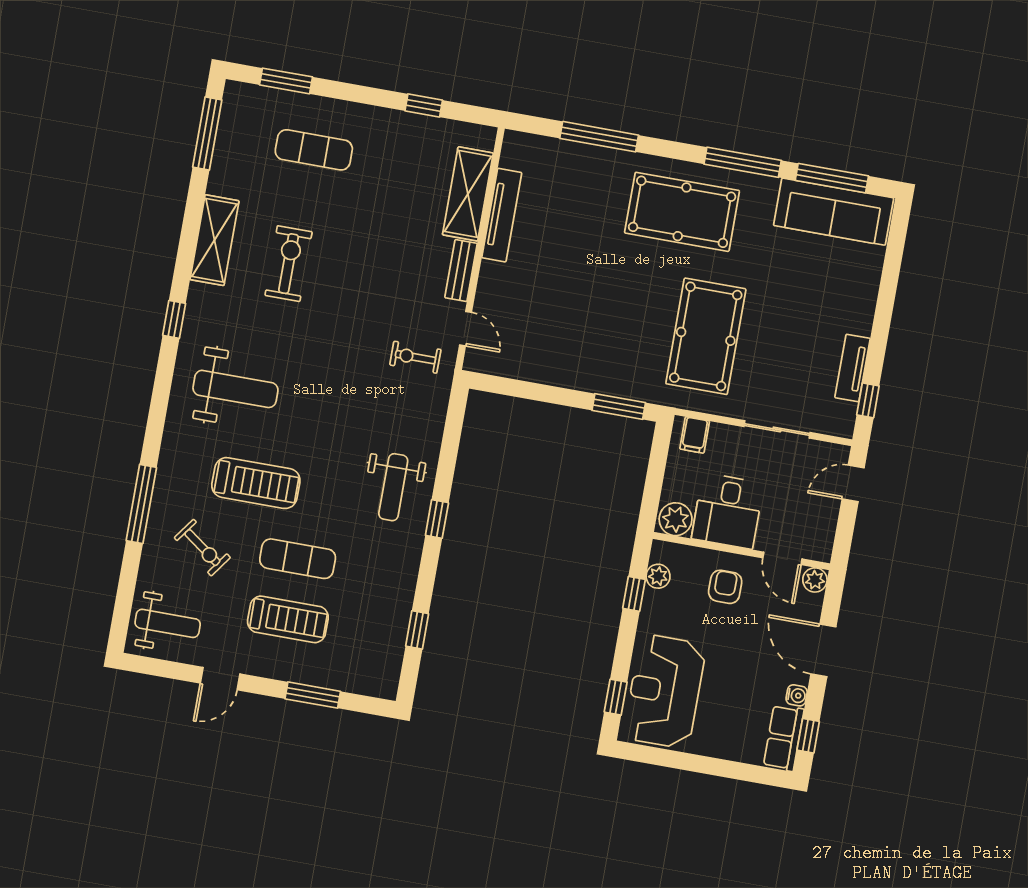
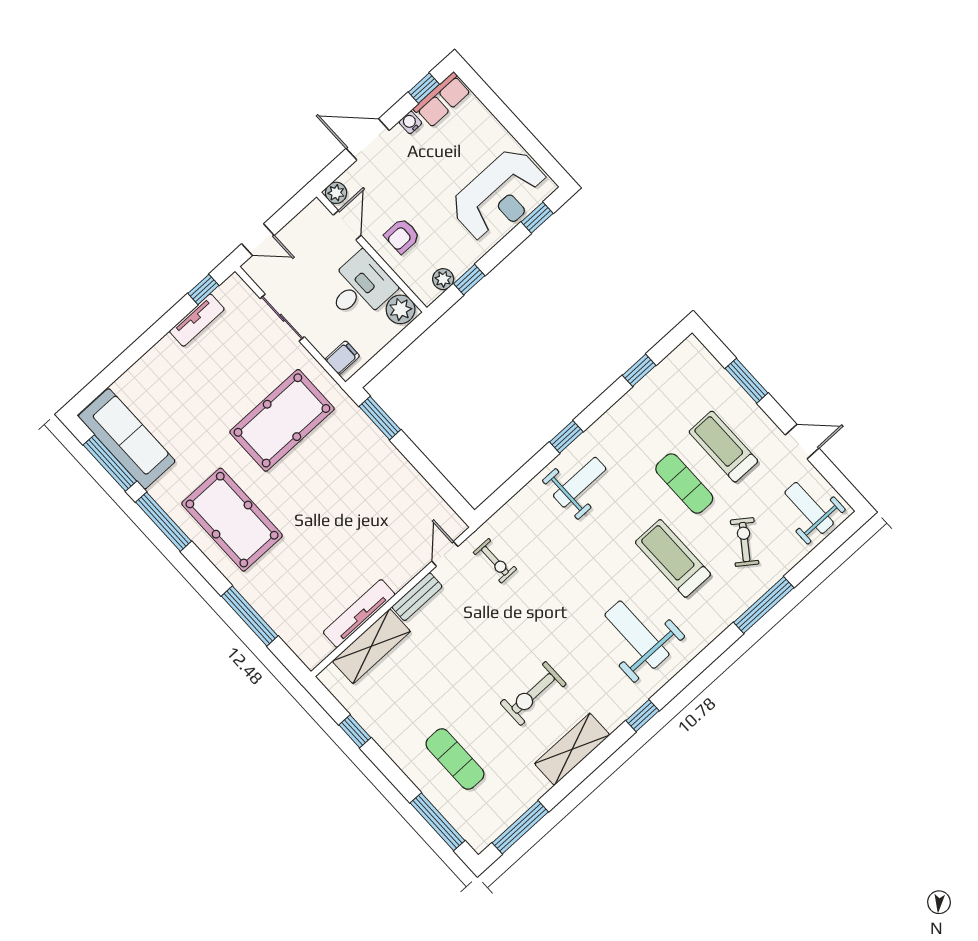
window: (286, 81) -> (437, 822), width x1.44
door: (823, 650) -> (368, 139), swing flipped

